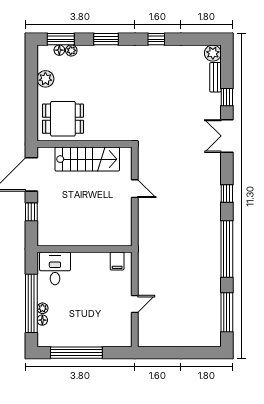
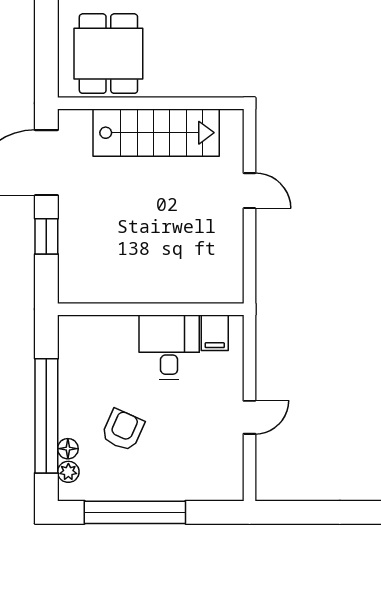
dining table: (63, 119) -> (108, 54), turned 90
desk: (55, 268) -> (169, 347), moved
plant: (42, 308) -> (68, 472), moved
armchair: (70, 311) -> (123, 430), added

